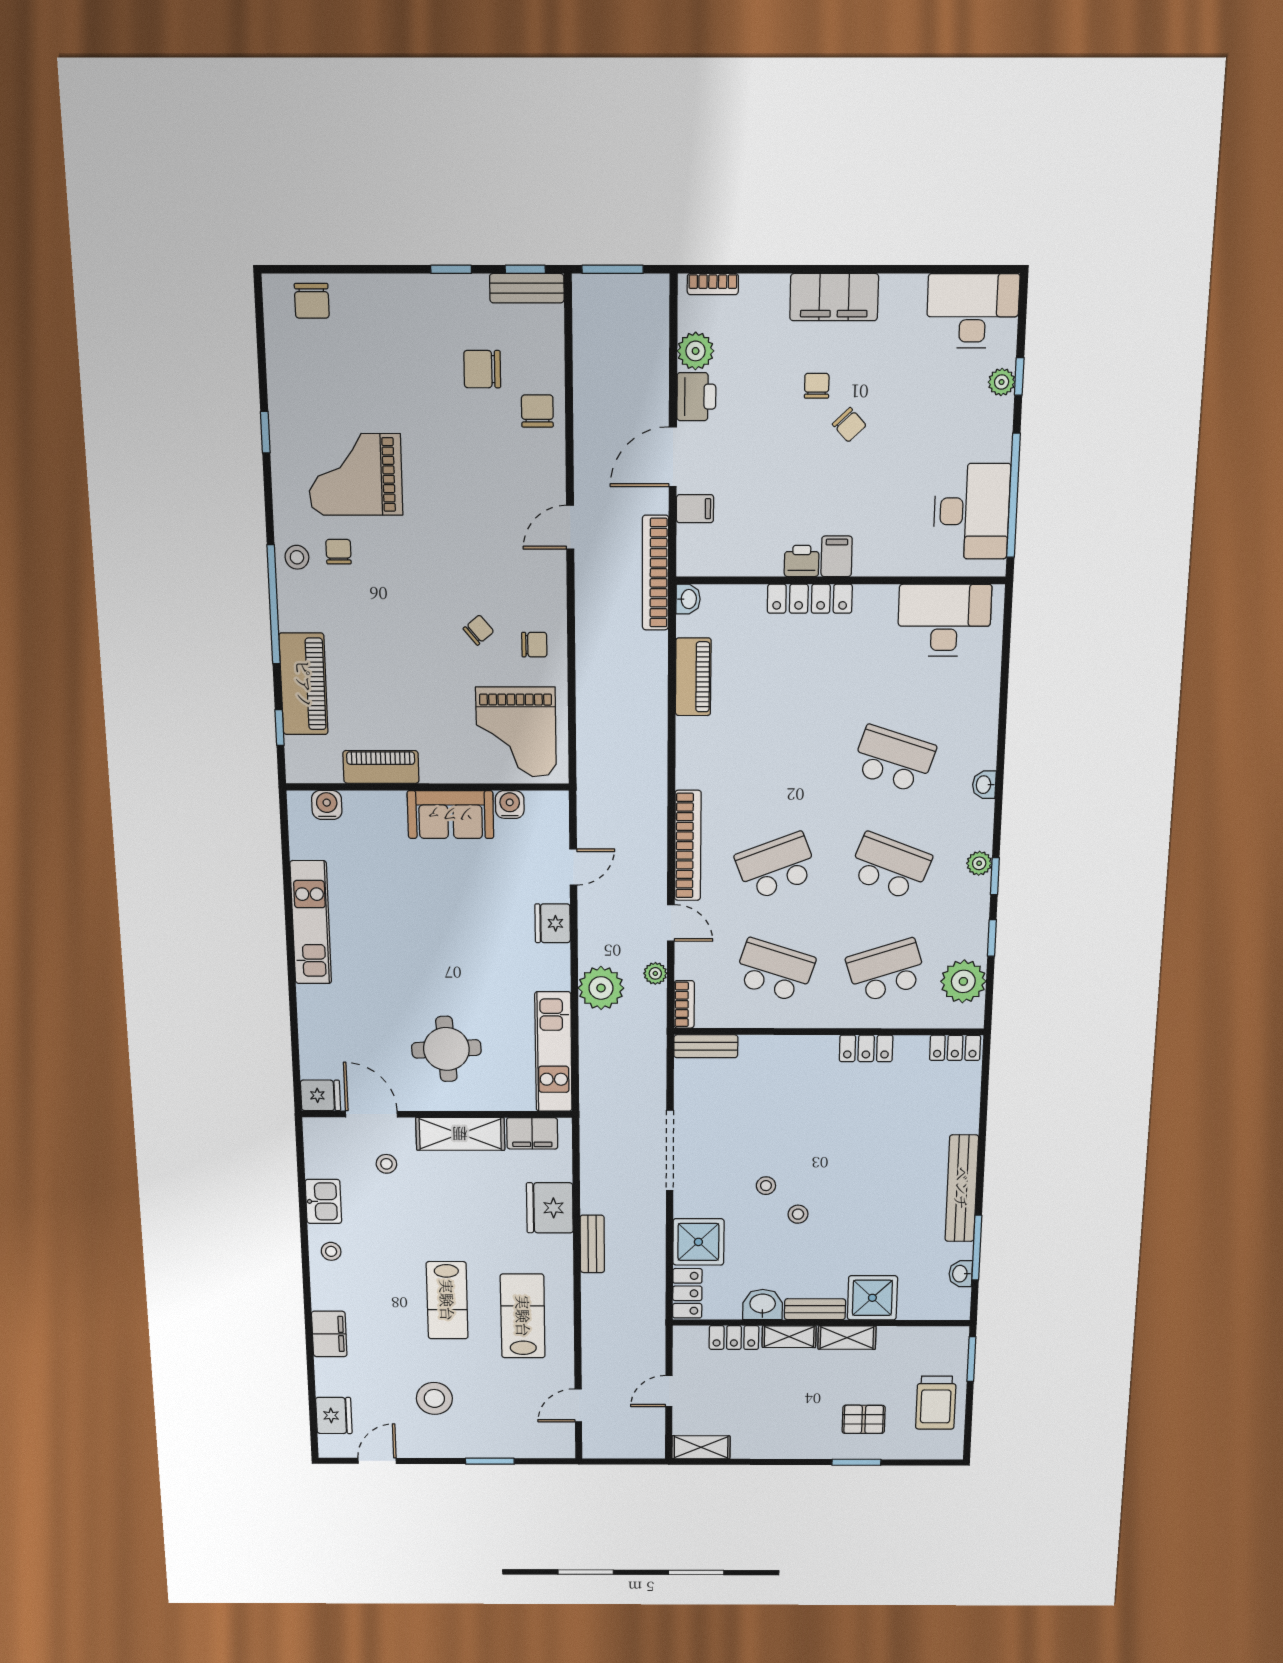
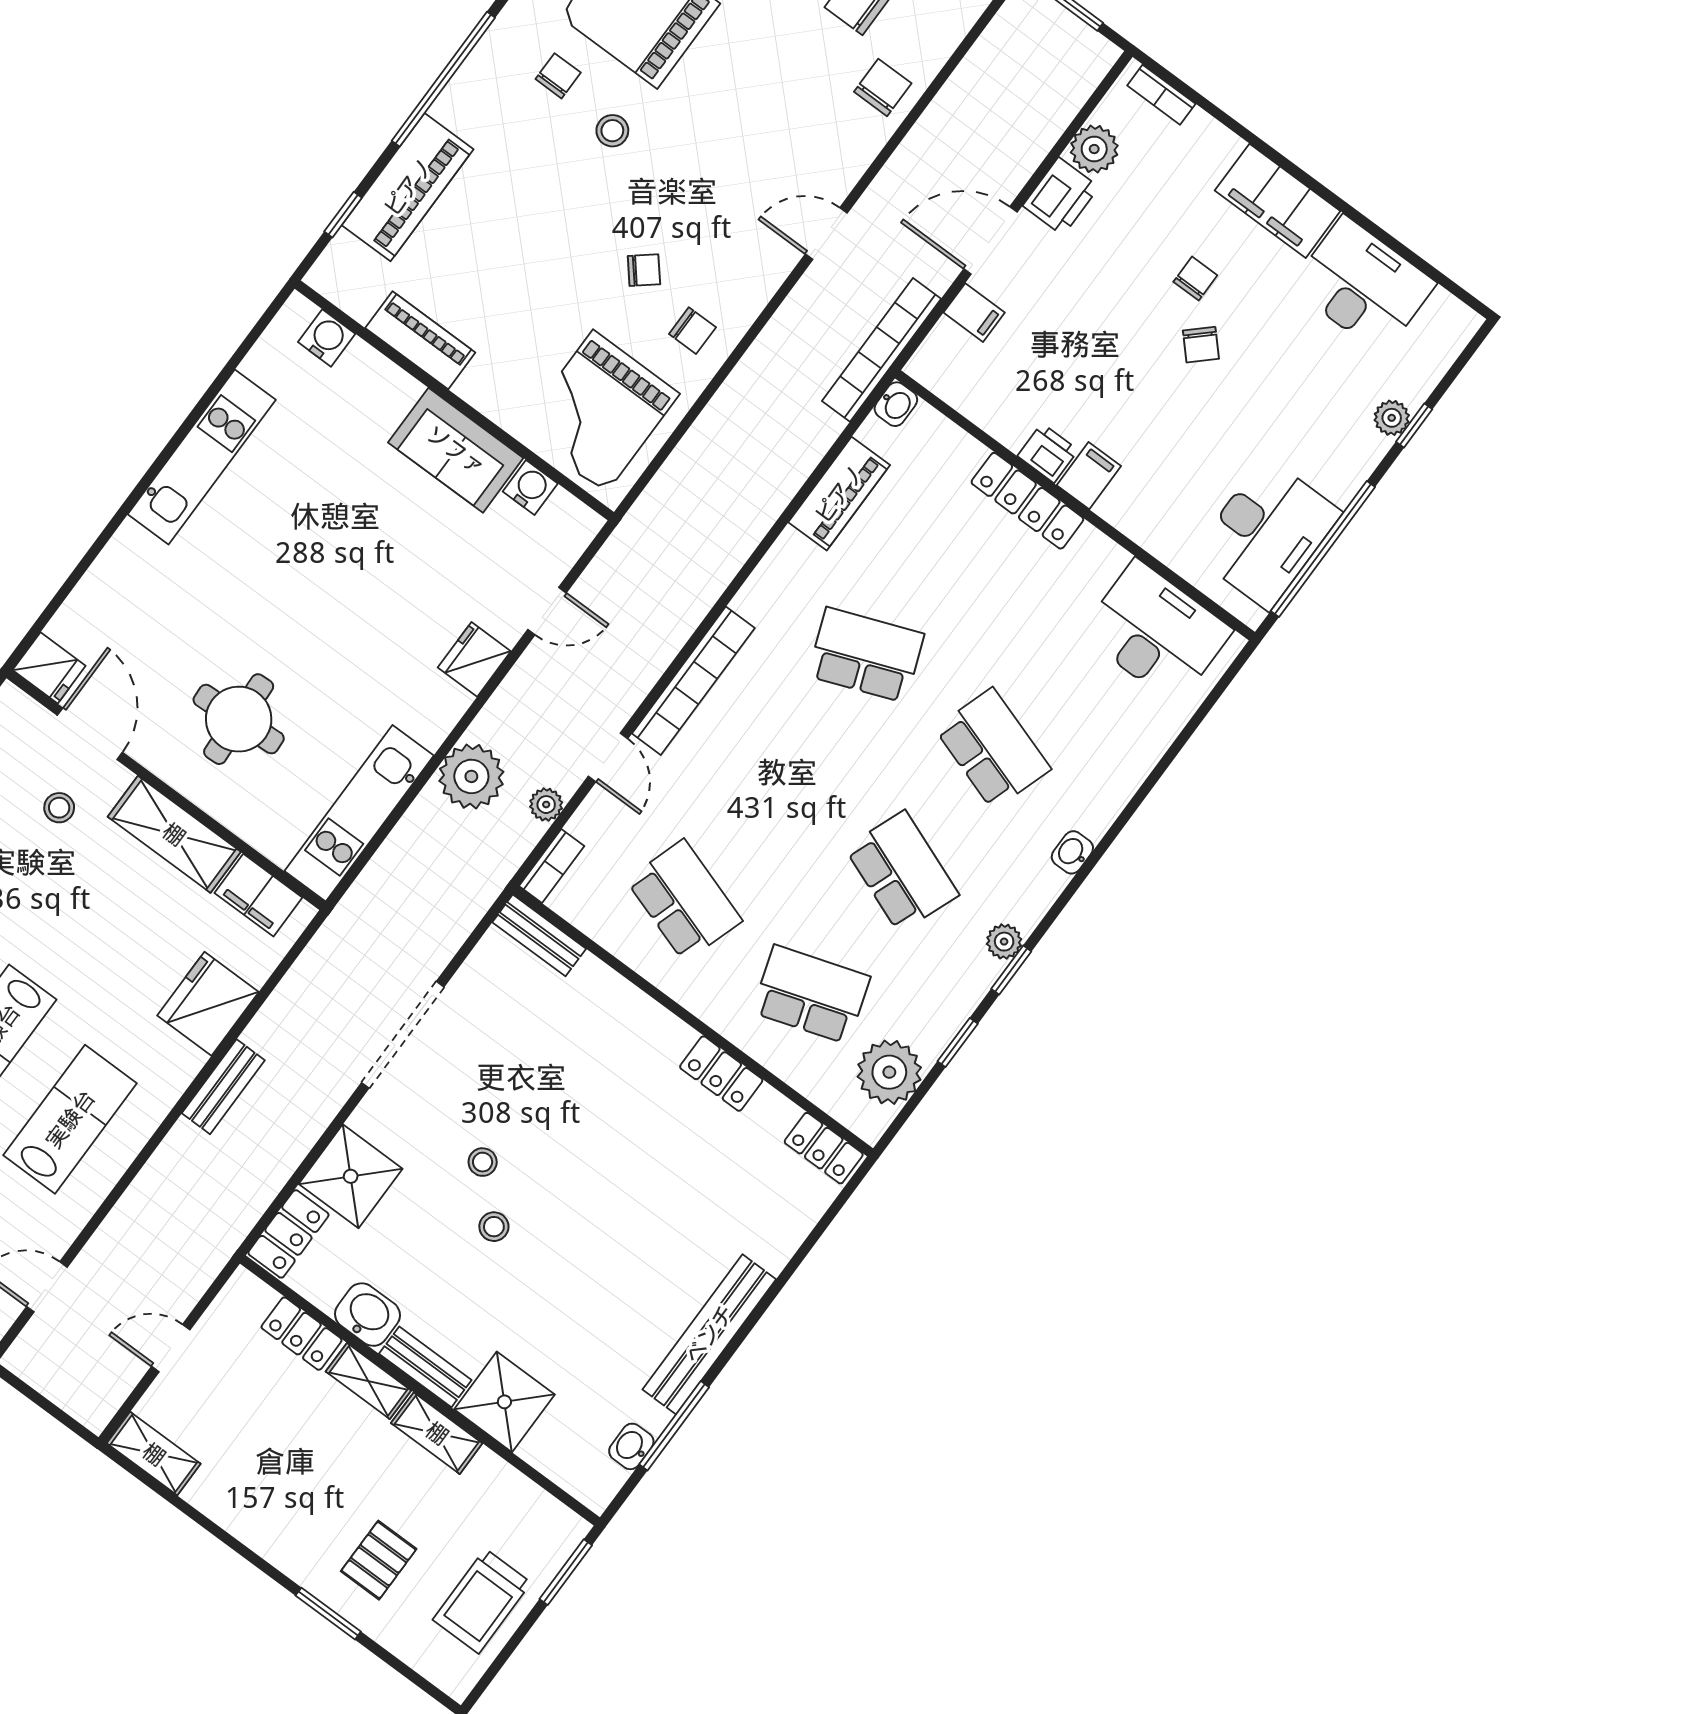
desk: (973, 311) -> (1363, 285), moved
stool: (297, 557) -> (612, 131), moved
school desk: (776, 866) -> (866, 655), moved
pallet: (864, 1419) -> (379, 1560), turned 90

